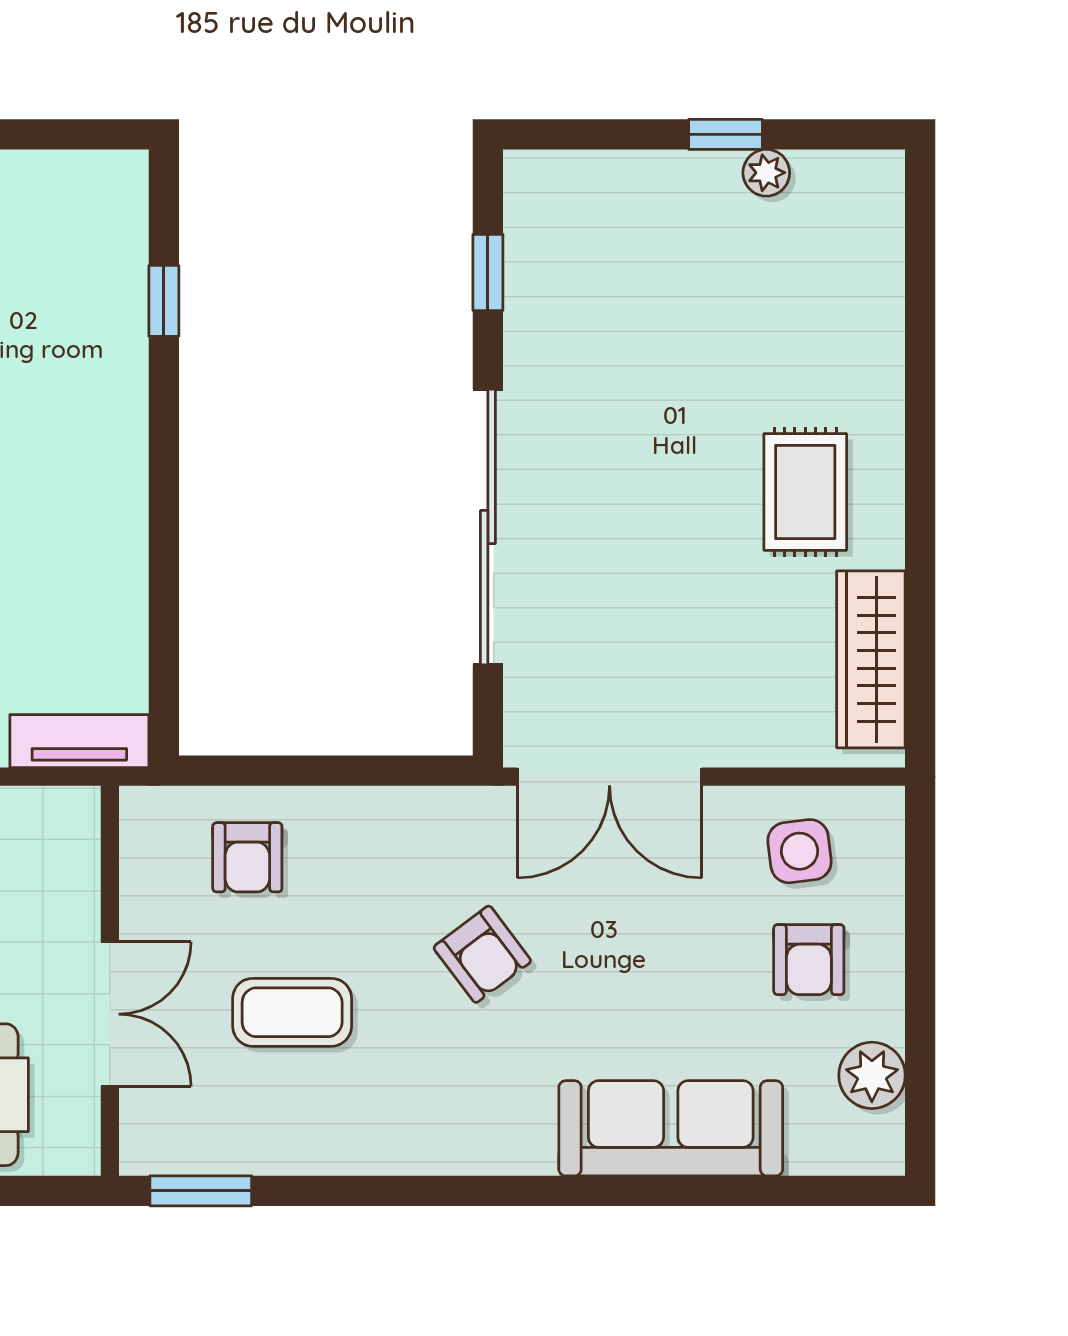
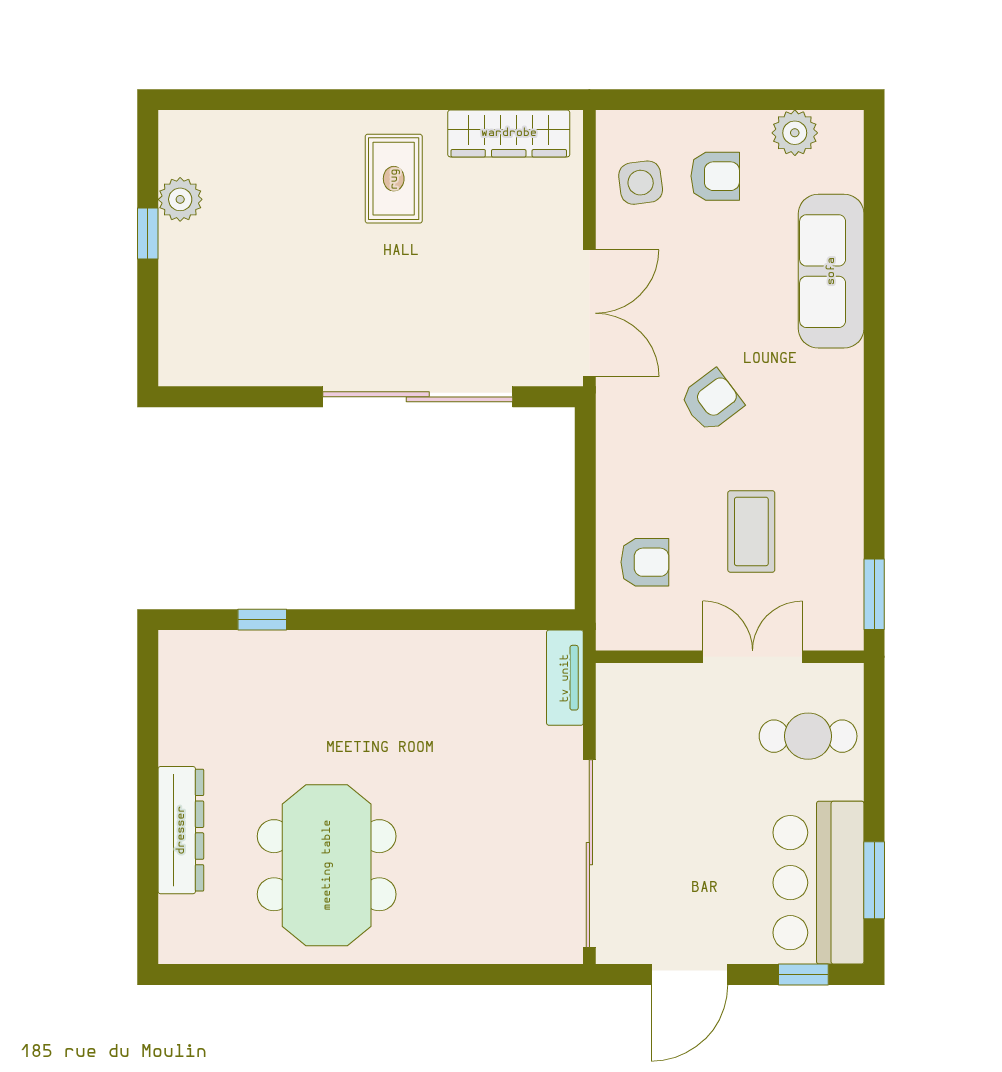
plant: (766, 173) -> (180, 199), width x1.38, depth x1.38
window: (488, 272) -> (243, 397), removed
rug: (805, 492) -> (394, 179), turned 90

